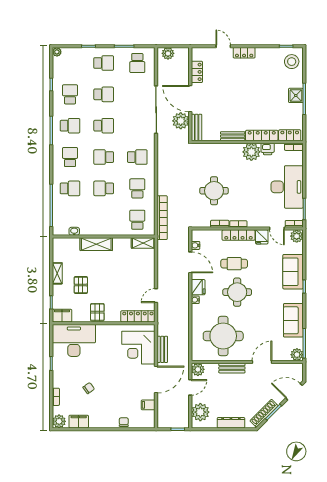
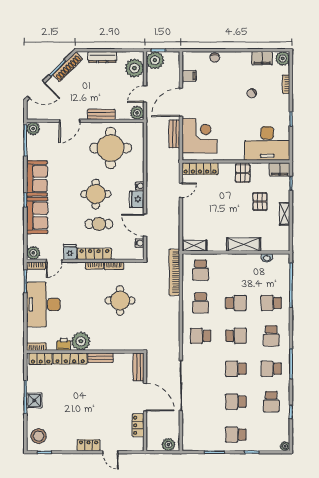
school desk: (137, 63) -> (201, 435), removed
plant: (181, 121) -> (155, 60), moved
door: (277, 229) -> (54, 261), swing flipped
sofa: (293, 320) -> (37, 178), moved

